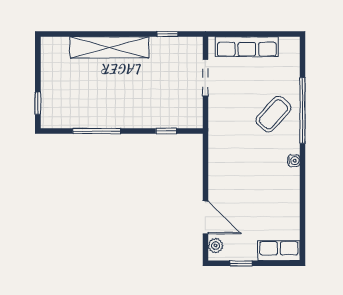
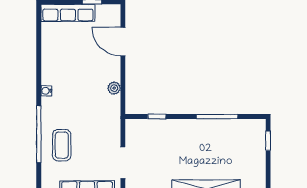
coffee table: (273, 114) -> (62, 145), moved, turned -42
plant: (216, 246) -> (114, 88), moved
row of seats: (279, 251) -> (68, 13), width x1.48

